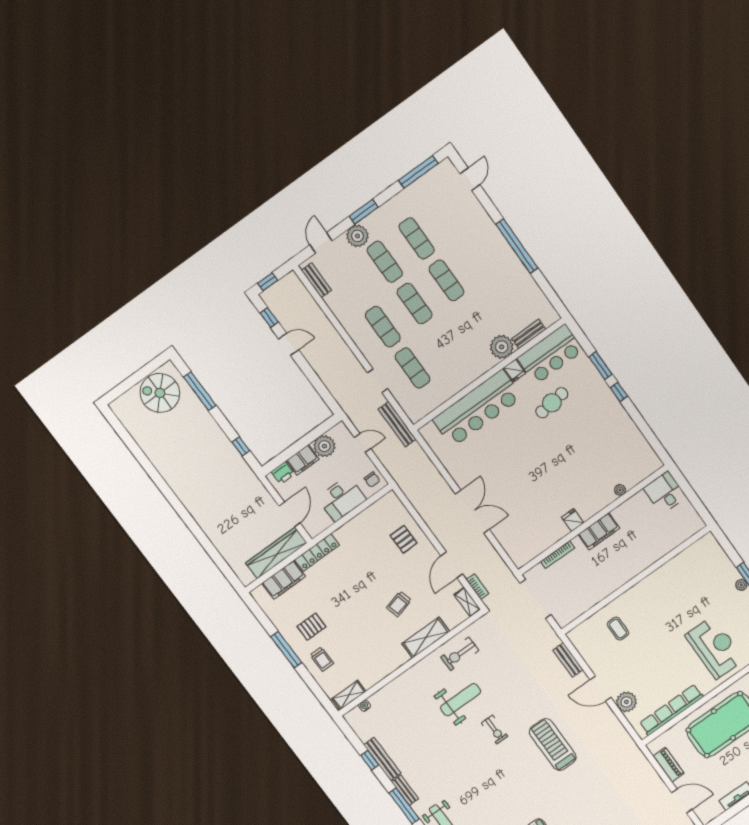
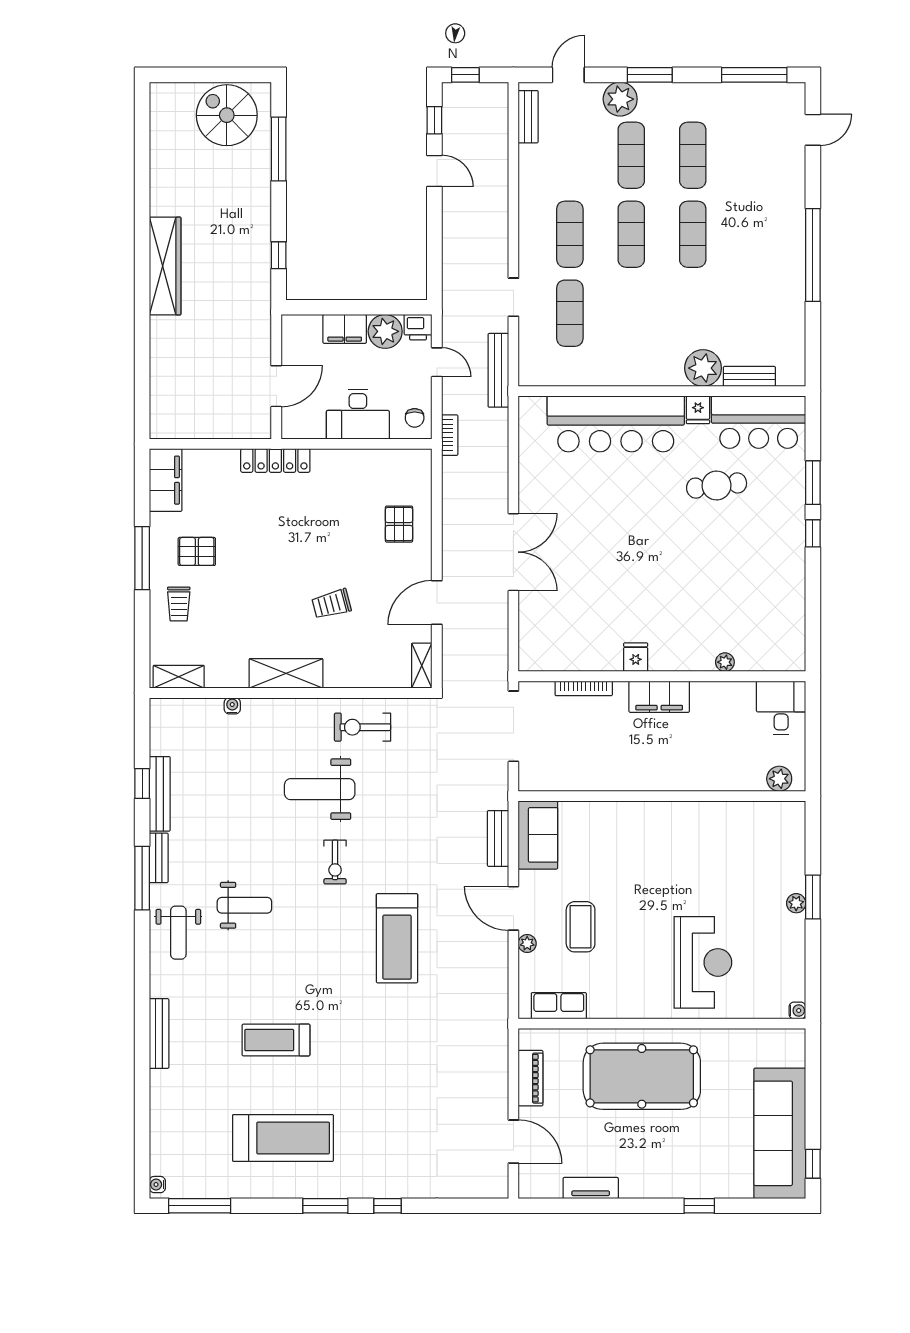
printer: (283, 473) -> (418, 327), moved
plant: (689, 529) -> (779, 779), added
wardrobe: (276, 553) -> (165, 266), moved, turned 90
filing cabinet: (284, 580) -> (166, 480), moved, turned -90
bookcase: (477, 587) -> (450, 435), moved
coffee table: (618, 629) -> (581, 927), moved, width x1.36, depth x1.30
shelving: (426, 638) -> (286, 673), moved
sofa: (587, 644) -> (538, 835), added
weight bench: (461, 700) -> (320, 789), turned 180
plant: (626, 702) -> (527, 943), width x0.53, depth x0.53
water cooler: (365, 706) -> (232, 706), moved
row of seats: (671, 710) -> (559, 1006), width x0.50
treadmill: (553, 745) -> (397, 938), turned 180
weight bench: (465, 783) -> (244, 905), added

